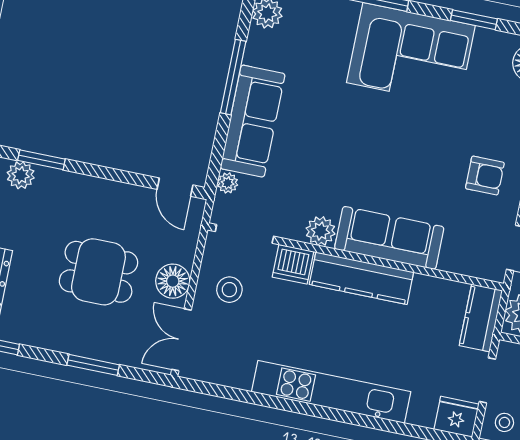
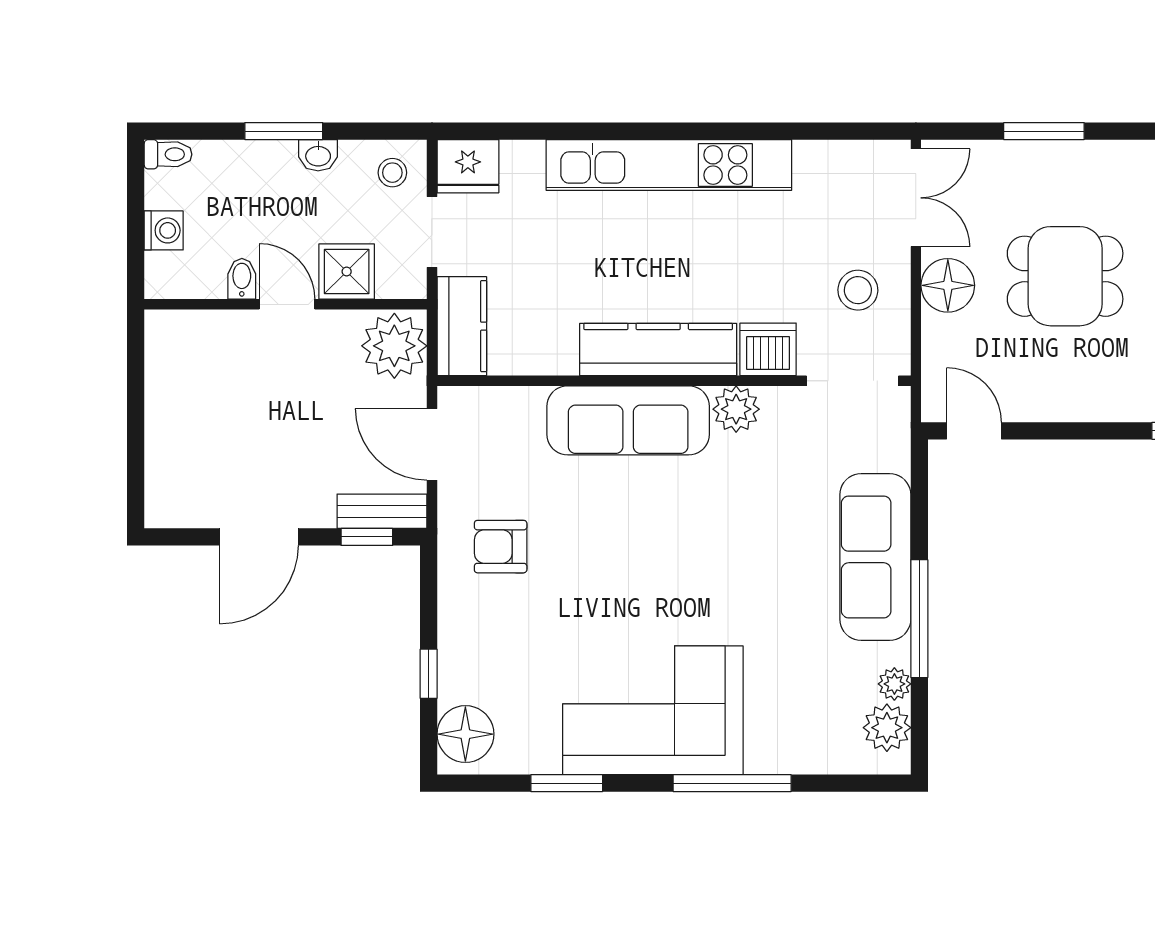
plant: (228, 183) -> (894, 684), moved

